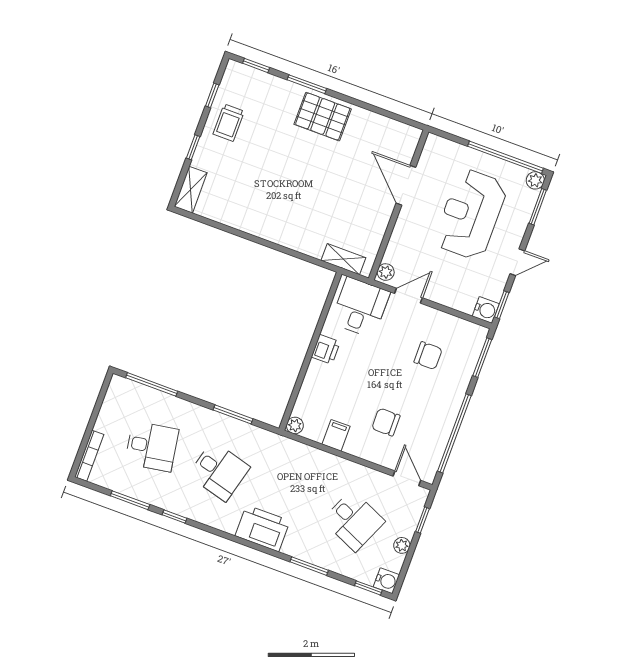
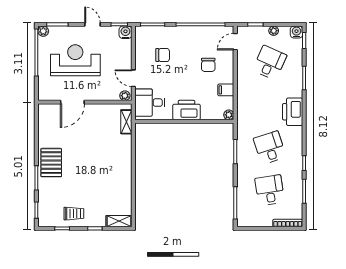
reception desk: (471, 214) -> (75, 60), turned 180
printer: (326, 349) -> (186, 110), width x1.87, depth x1.48
chair: (428, 356) -> (163, 55), turned 90
desk: (219, 471) -> (270, 148), turned -33

